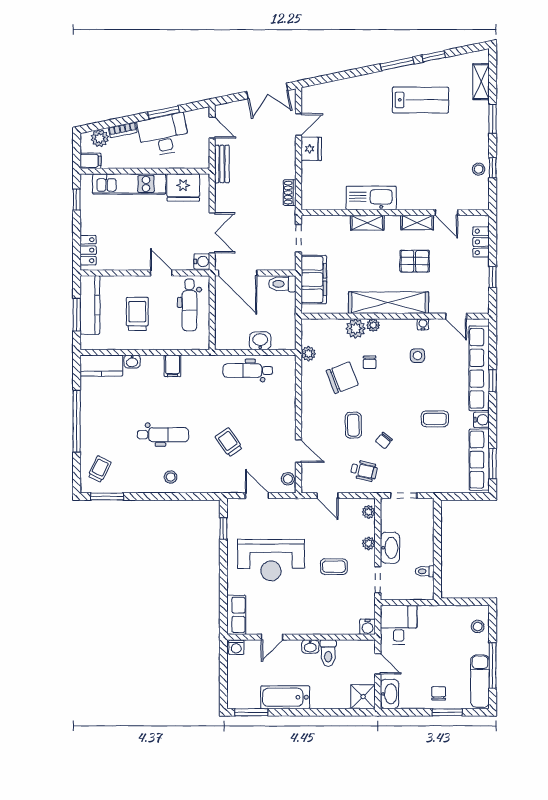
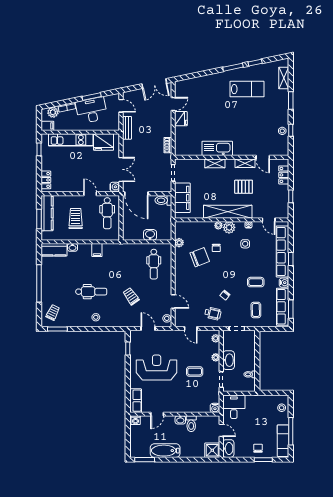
plant: (355, 329) -> (229, 227), moved
dental chair: (248, 370) -> (154, 264), moved, turned -90
coffee table: (353, 425) -> (256, 310), moved
reception desk: (271, 560) -> (157, 368), turned 180

